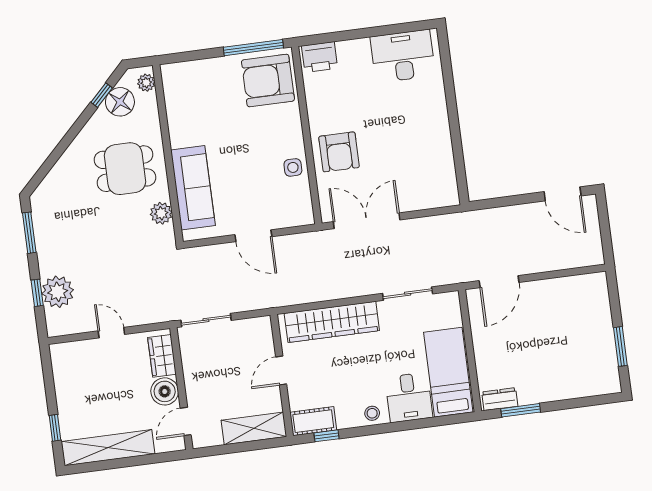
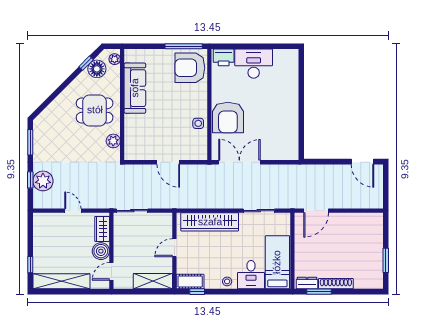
desk: (403, 56) -> (254, 64), moved
armchair: (339, 152) -> (228, 118), width x1.36, depth x1.36
sofa: (193, 188) -> (135, 88), moved
shoe rack: (546, 394) -> (336, 284), added

